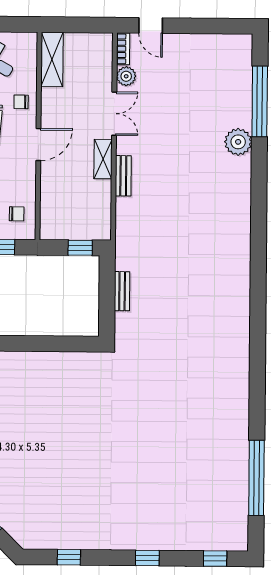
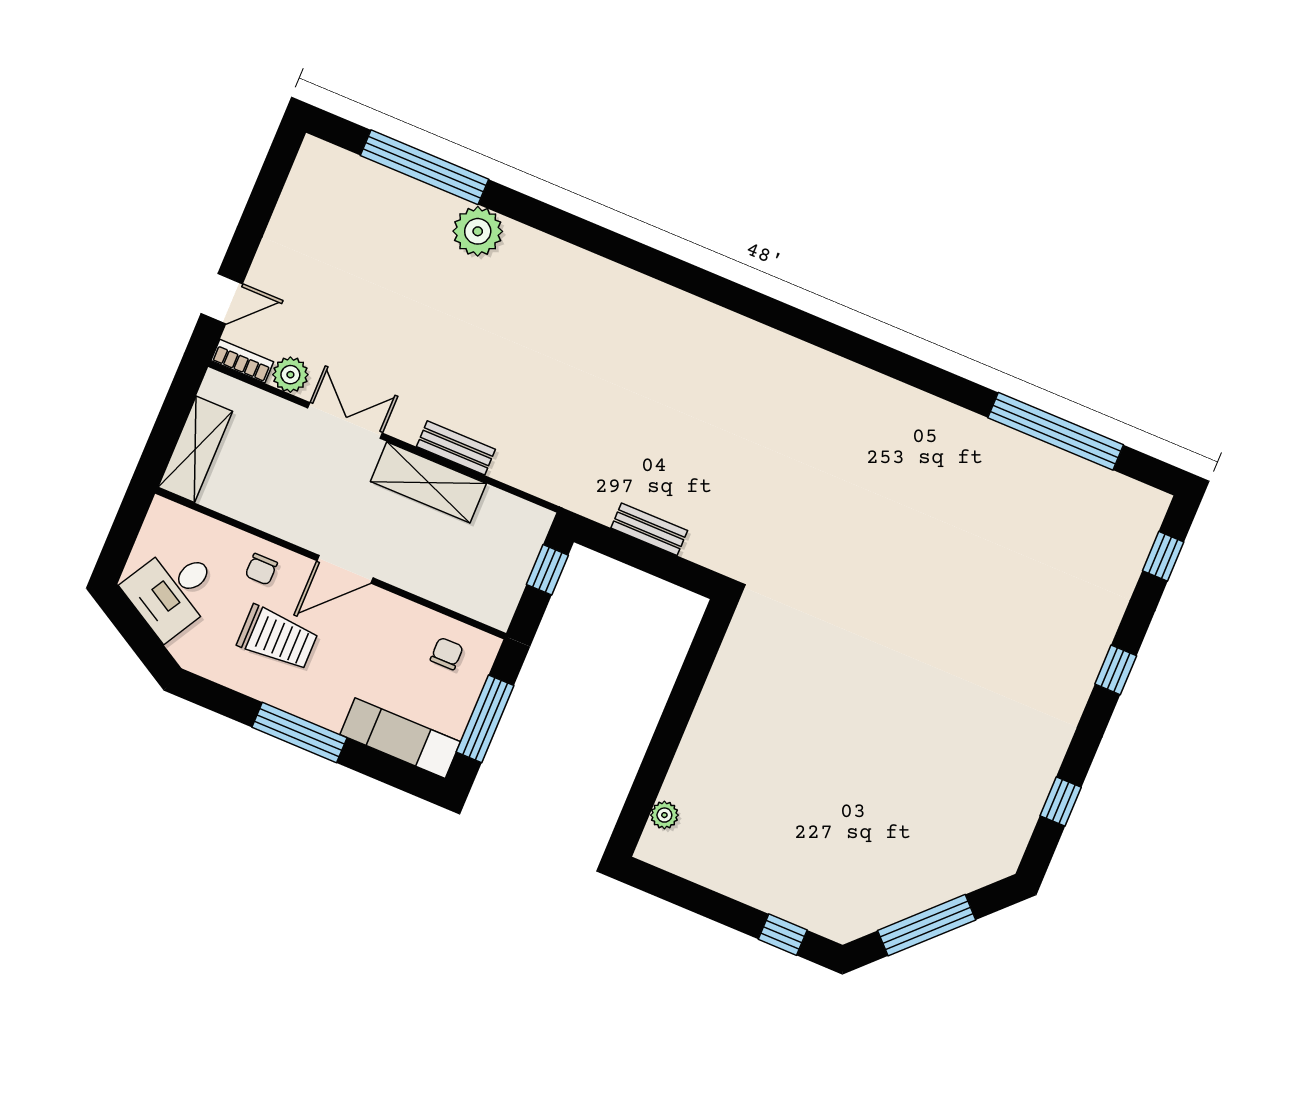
shelving: (52, 59) -> (195, 449), moved, turned 90
door: (38, 144) -> (345, 569), swing flipped
shelving: (103, 159) -> (428, 482), width x1.50, depth x1.33

